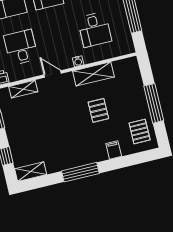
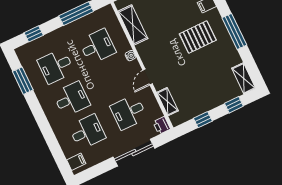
shelving: (93, 74) -> (133, 25), moved
pallet: (98, 110) -> (198, 37), moved, width x1.50, depth x1.42

